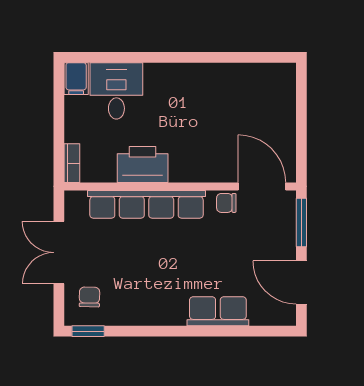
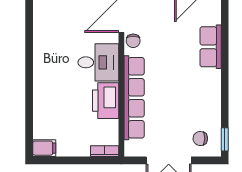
desk: (116, 91) -> (98, 62), moved, turned 180

